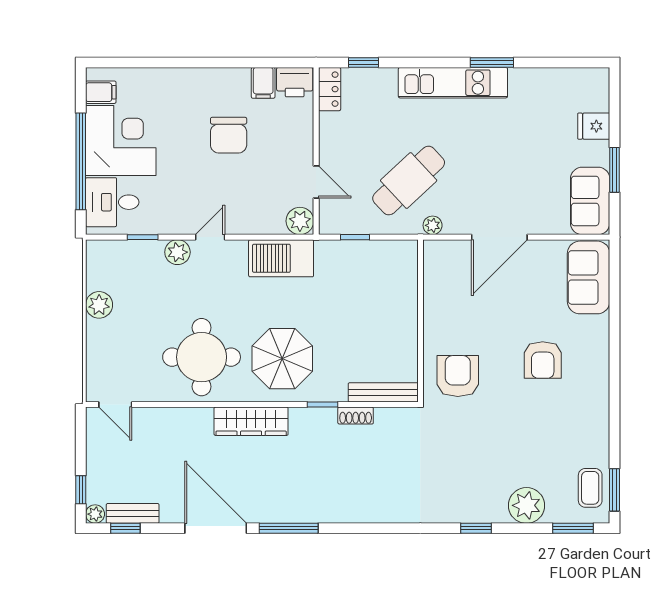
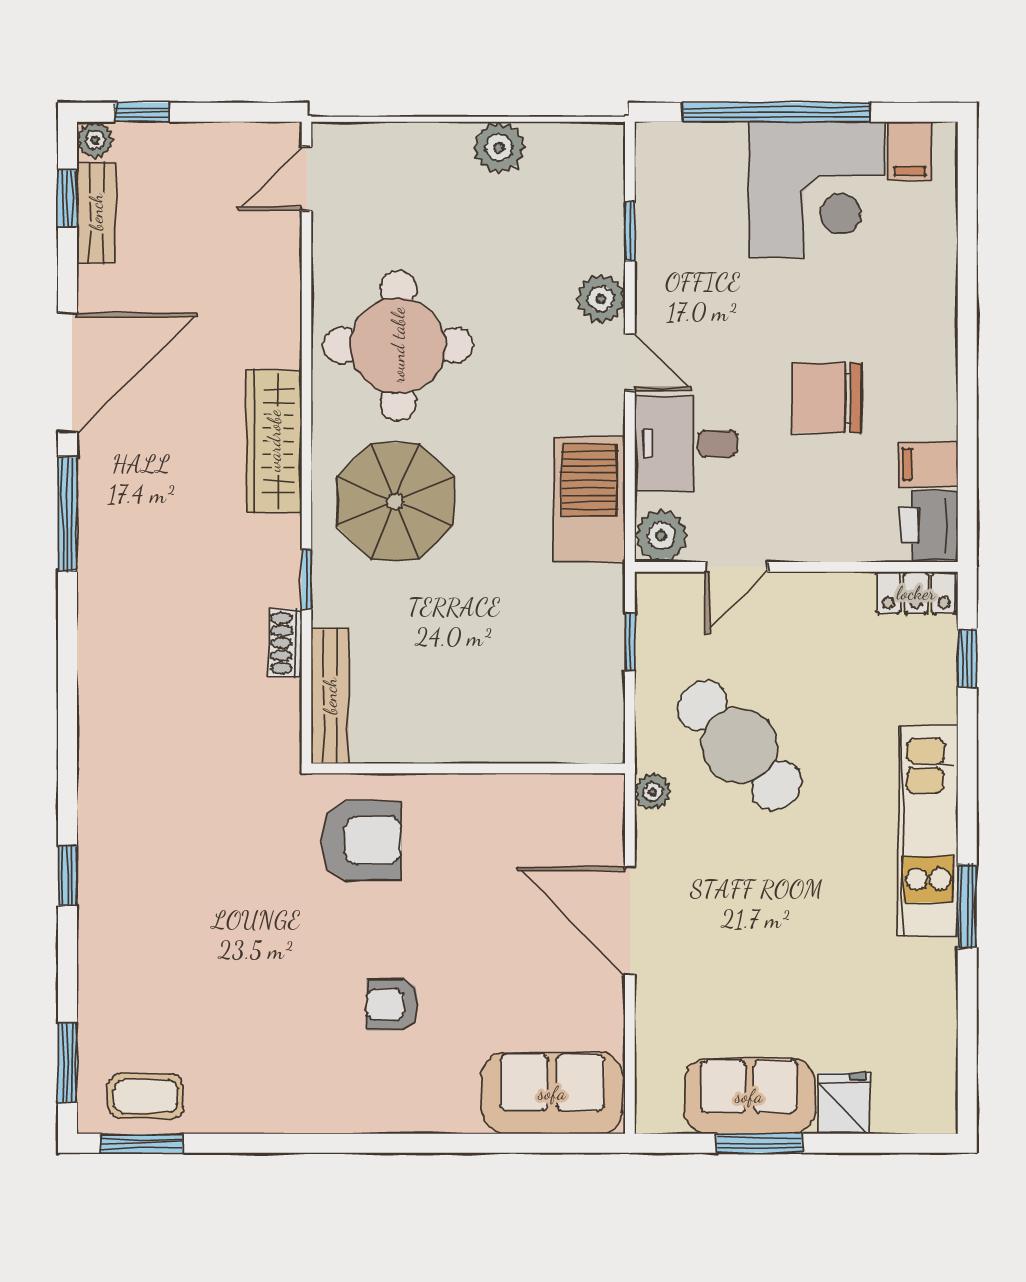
sofa: (590, 201) -> (749, 1096), moved
desk: (112, 202) -> (686, 444), moved, turned -90
armchair: (543, 360) -> (393, 1004), width x0.72, depth x0.72
plant: (527, 505) -> (112, 973), removed

